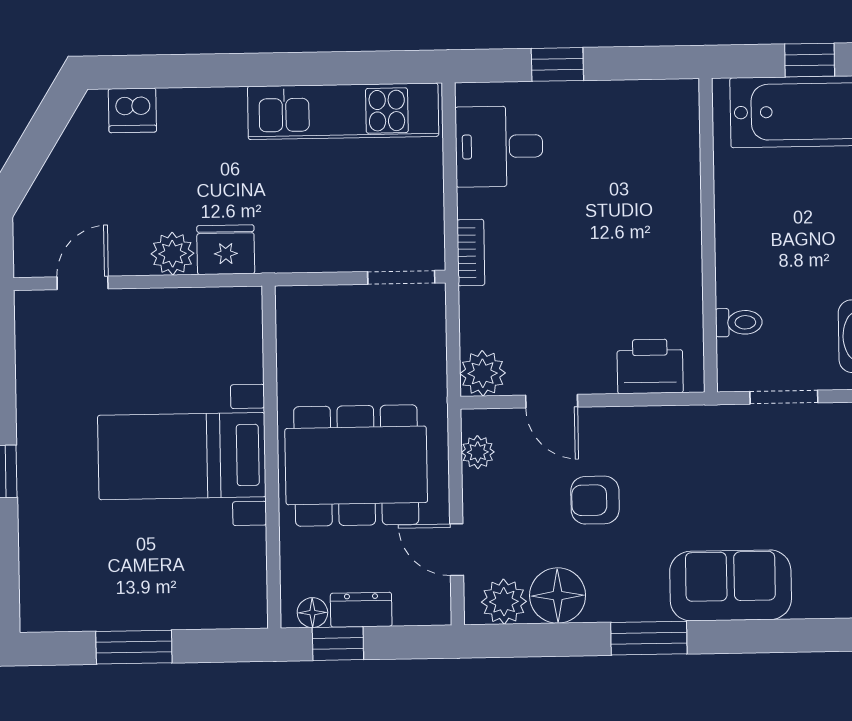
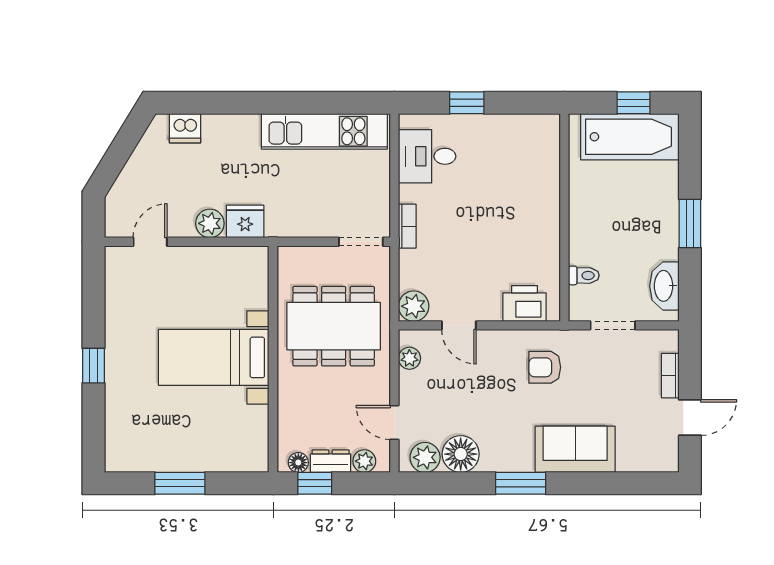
dining table: (356, 465) -> (334, 326), moved
armchair: (595, 500) -> (545, 367), moved
plant: (412, 609) -> (364, 461), added

